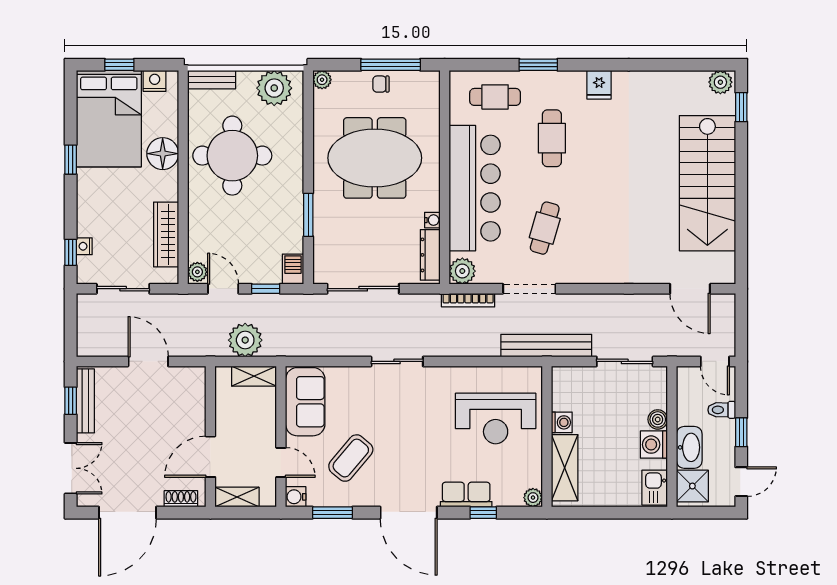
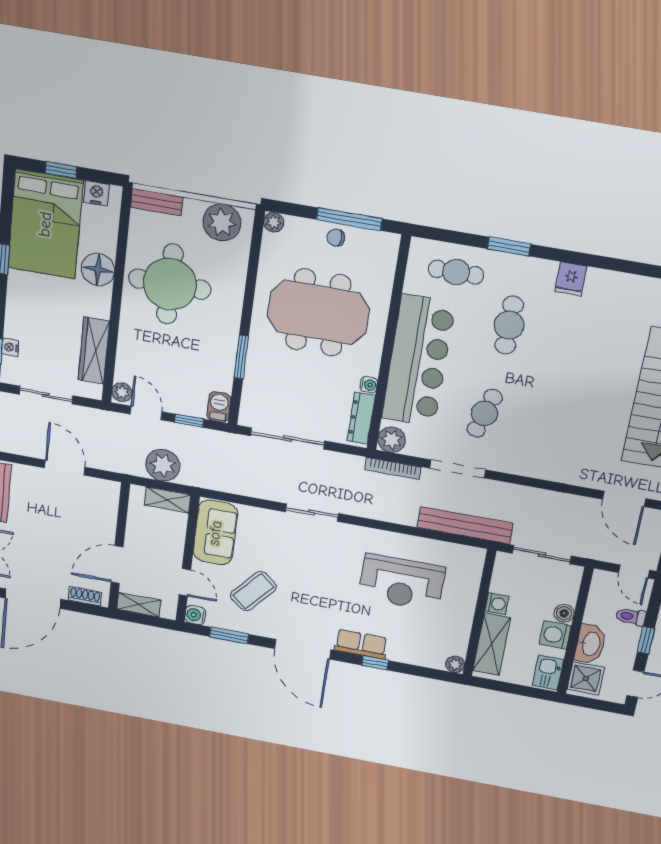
washing machine: (562, 422) -> (497, 604), moved
wall: (547, 436) -> (479, 613), moved
shelving: (565, 468) -> (492, 644), moved
plant: (533, 498) -> (455, 664), moved

